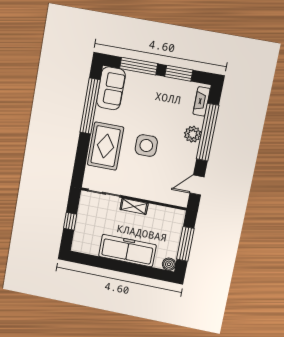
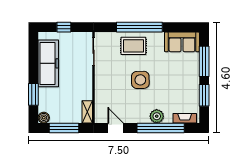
window: (90, 106) -> (139, 27), moved
rug: (105, 146) -> (133, 46), width x0.73, depth x0.70
shelving: (134, 206) -> (87, 112), moved
freezer: (127, 251) -> (48, 63), moved
window: (140, 270) -> (33, 94), added

